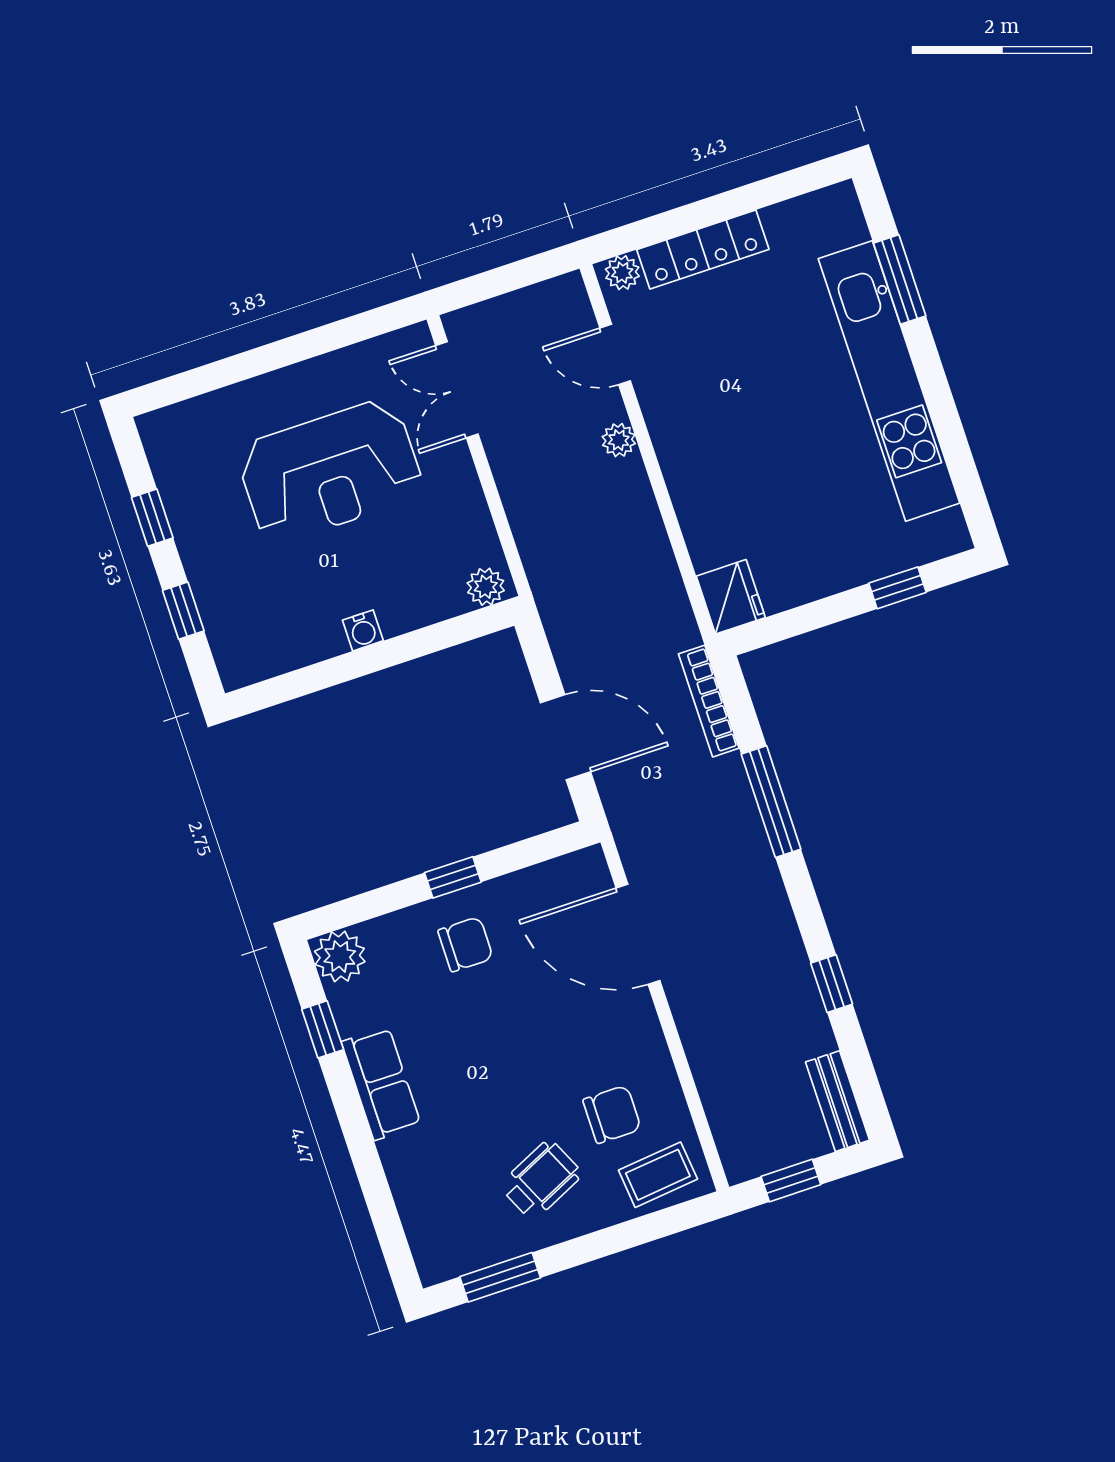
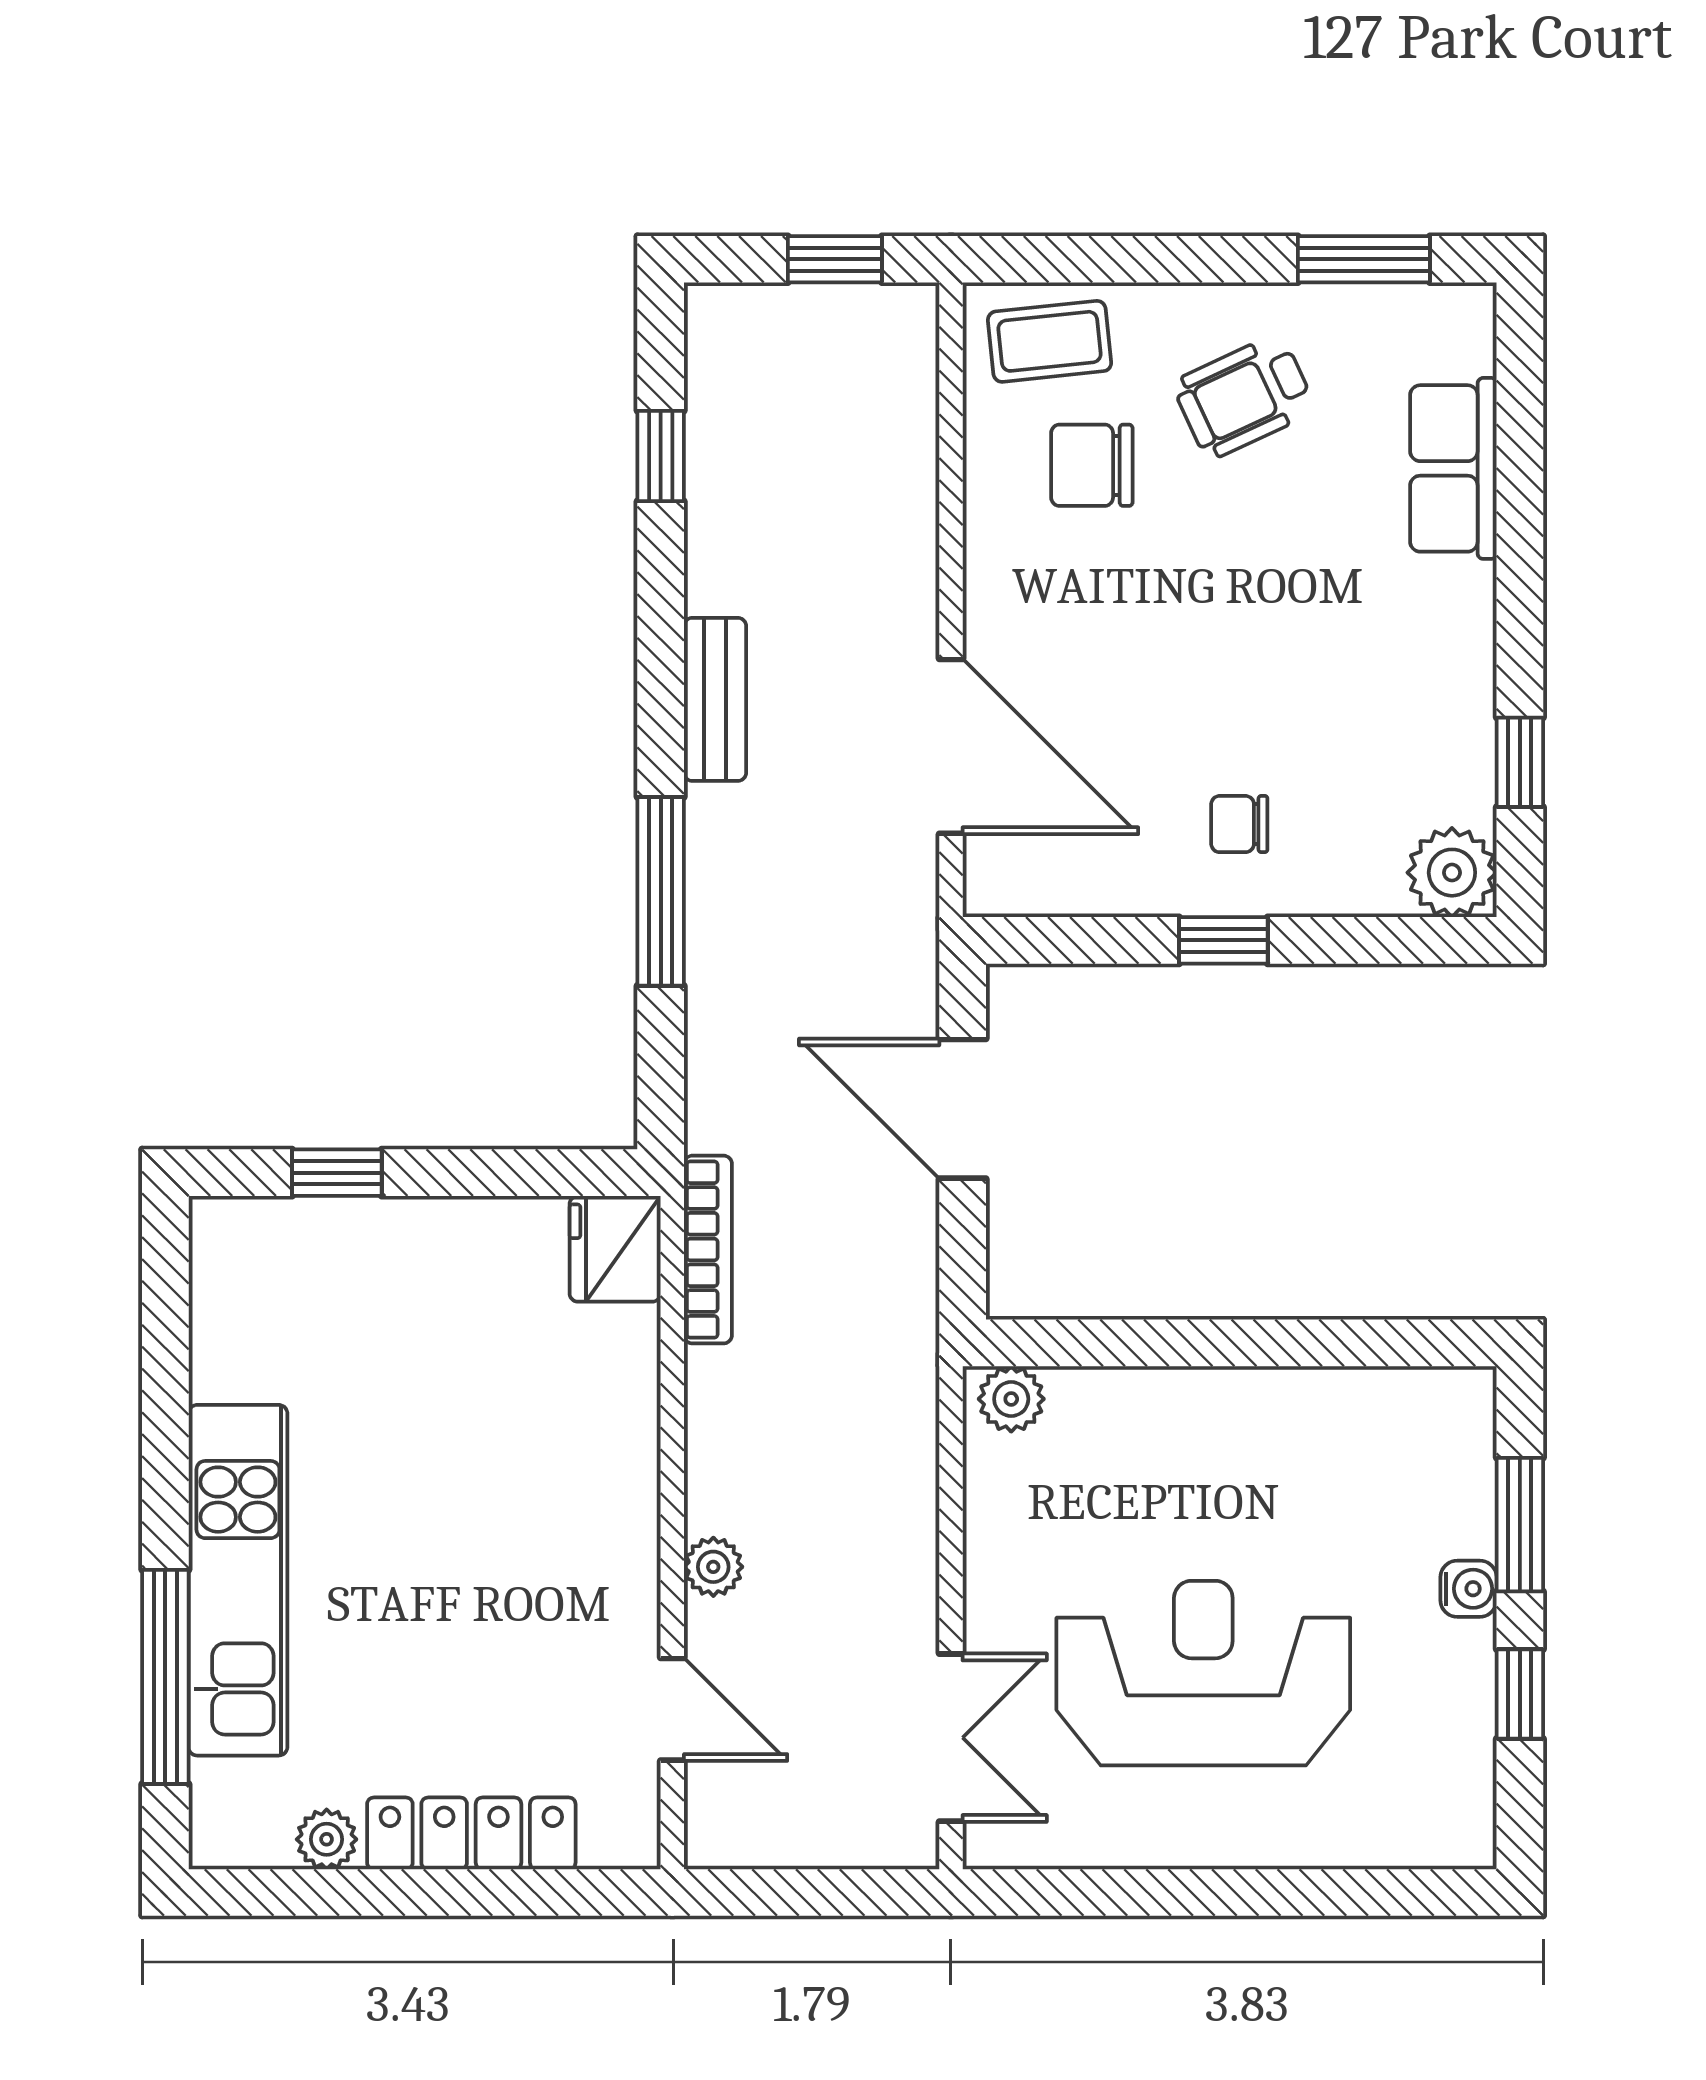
plant: (622, 273) -> (327, 1839), moved
window: (900, 280) -> (165, 1677), width x1.44
kitchen unit: (889, 381) -> (238, 1580), width x0.73
window: (183, 611) -> (1520, 1525), width x1.50
water cooler: (363, 630) -> (1469, 1589), moved, turned 90
bookcase: (709, 701) -> (708, 1250), moved
chair: (465, 944) -> (1239, 824), width x0.73, depth x0.73
window: (832, 984) -> (661, 456), moved
row of seats: (381, 1083) -> (1453, 468), moved
bench: (837, 1101) -> (715, 699), moved

